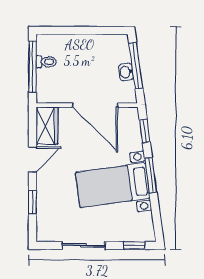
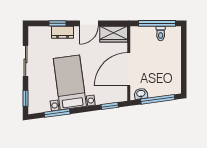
washbasin: (126, 72) -> (141, 94), moved
door: (32, 159) -> (89, 23), hinge flipped
window: (151, 175) -> (57, 113), moved
dresser: (44, 195) -> (63, 32), added

